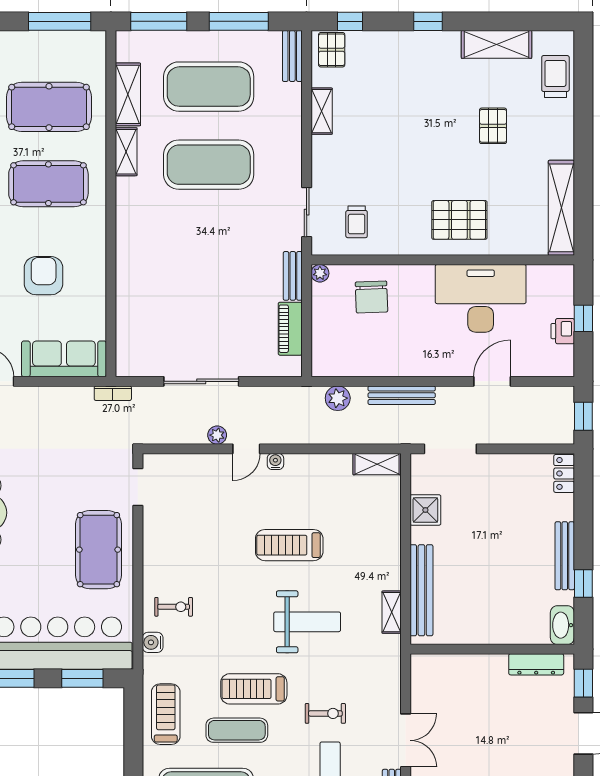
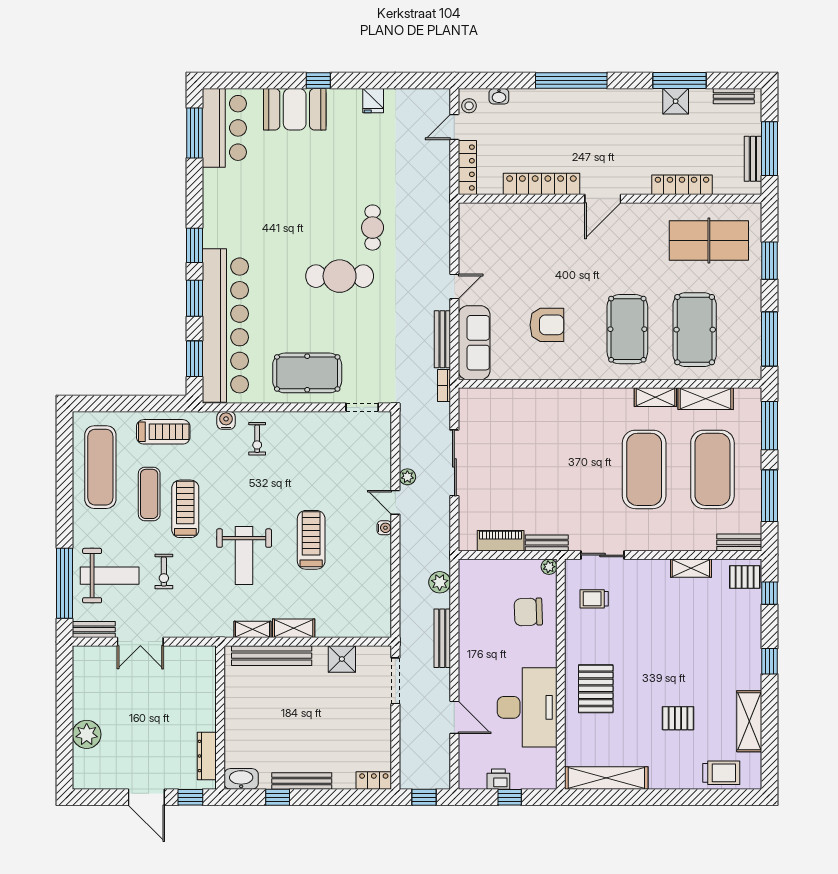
bench: (60, 395) -> (442, 339), added
shelving: (377, 464) -> (294, 628), moved, turned 90

